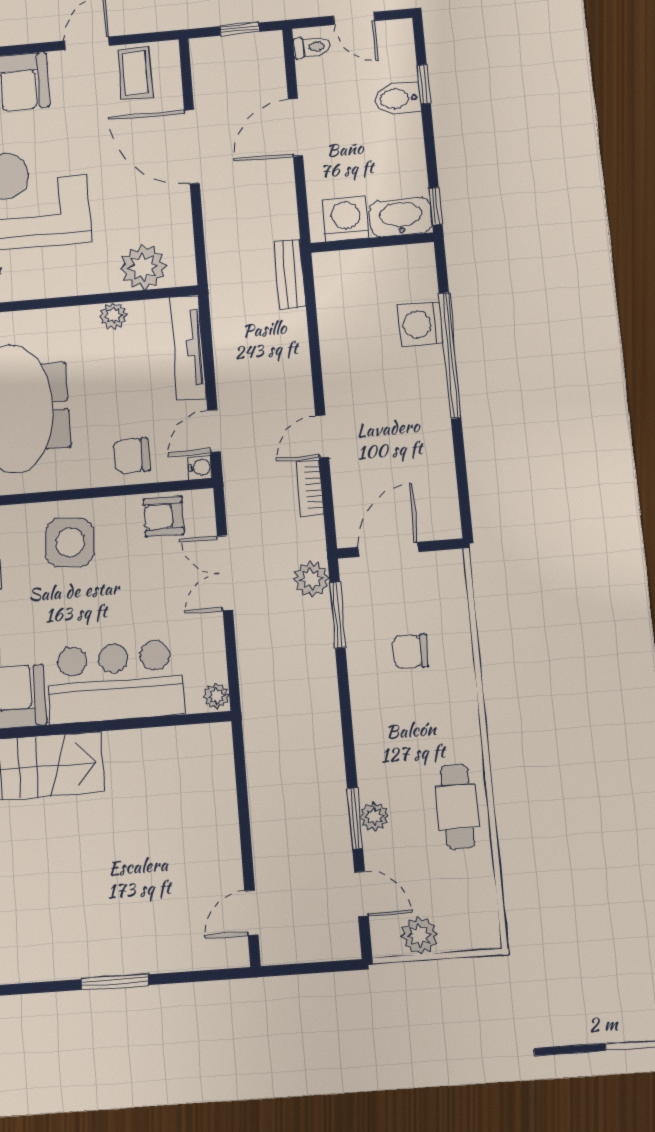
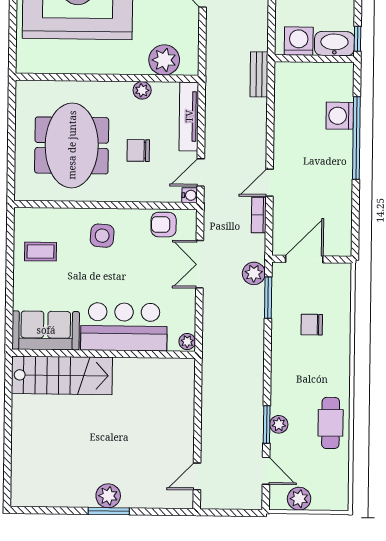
chair: (132, 456) -> (138, 150), moved
side table: (70, 542) -> (102, 236), width x0.73, depth x0.73
plant: (112, 957) -> (108, 496), added

